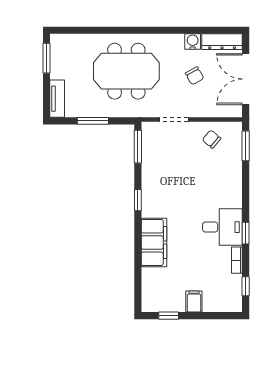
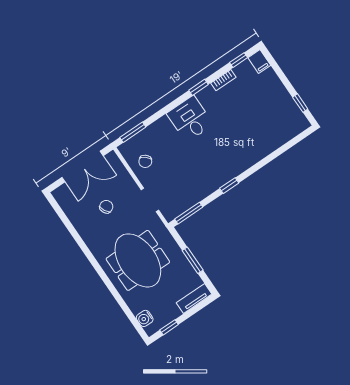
water cooler: (193, 41) -> (145, 318), moved
dresser: (222, 42) -> (66, 204), removed
window: (46, 58) -> (169, 327), width x0.67
desk: (222, 227) -> (190, 119), moved
filing cabinet: (154, 242) -> (253, 152), removed
filing cabinet: (194, 301) -> (259, 62), moved, turned -90

